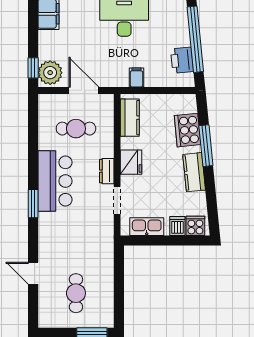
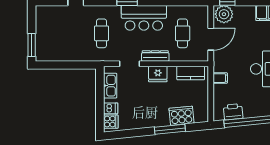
dresser: (107, 171) -> (155, 56), width x1.44
kitchen counter: (194, 172) -> (150, 121), removed
cafe table: (76, 293) -> (102, 33), moved, turned 90

